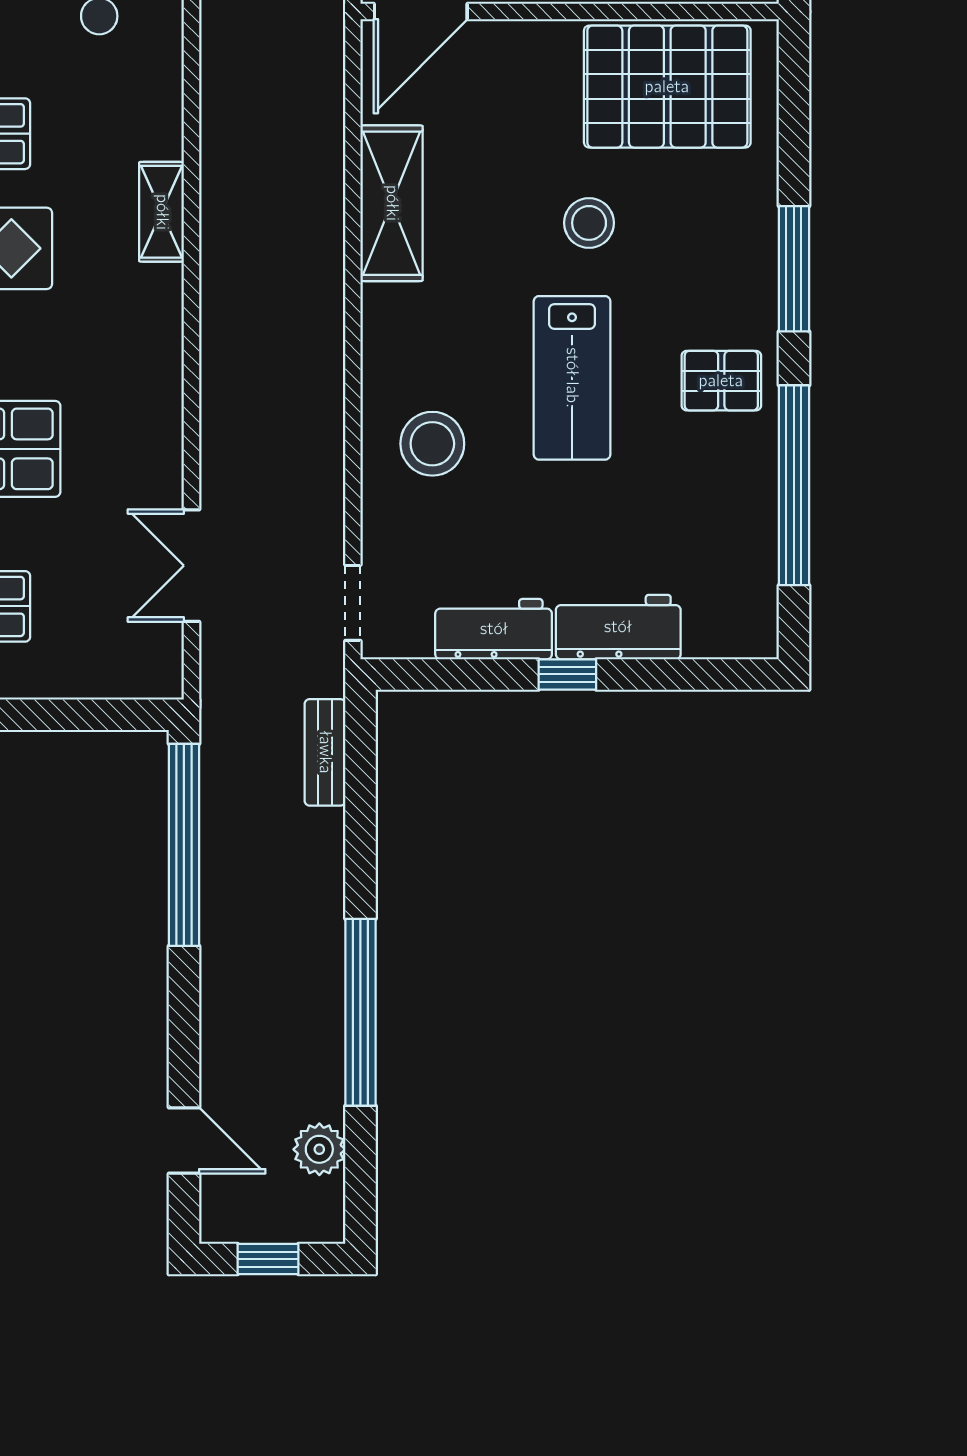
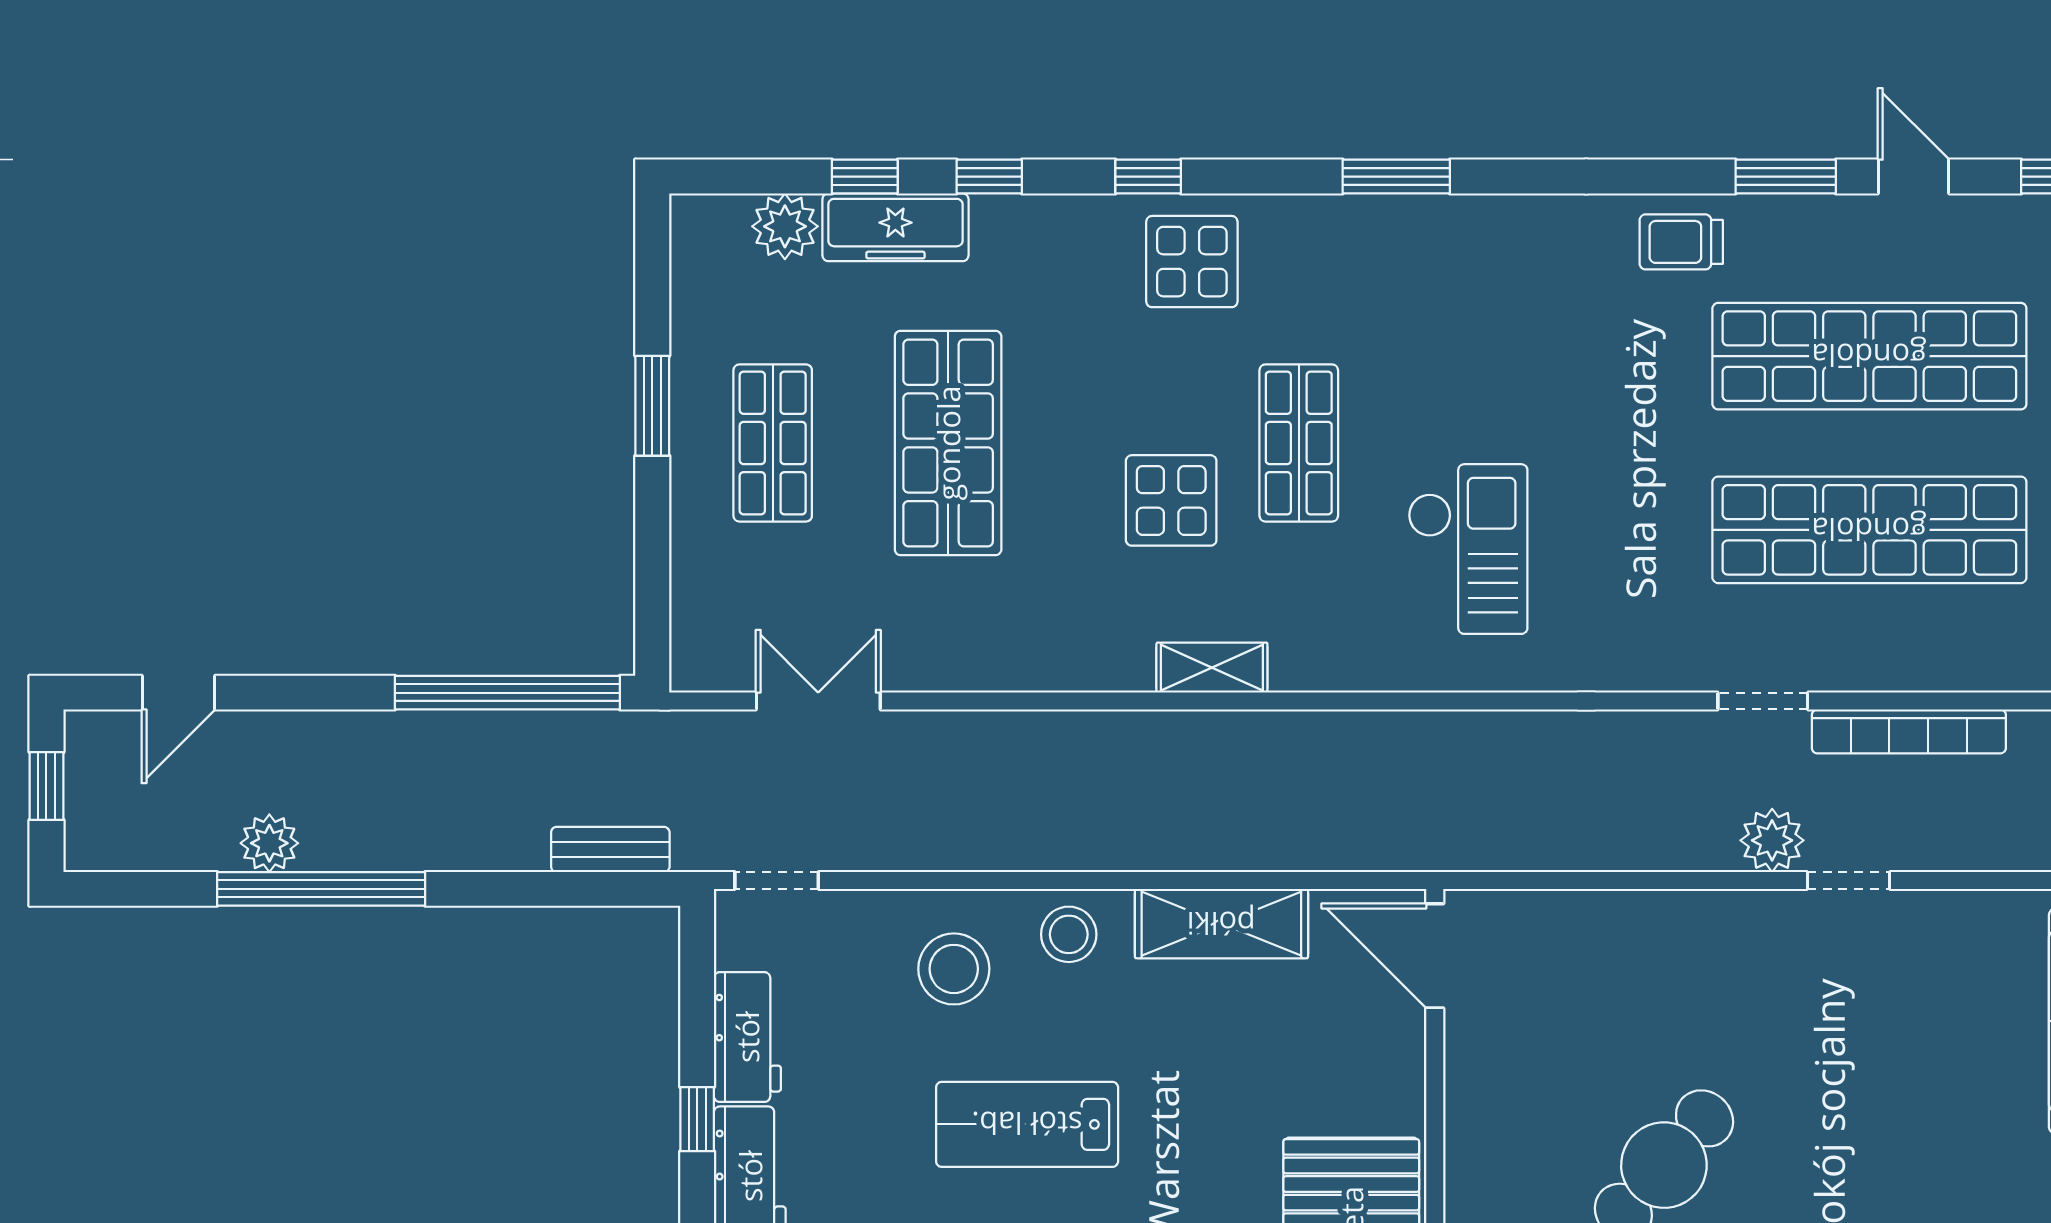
stool: (589, 223) -> (1069, 934), moved
plant: (319, 1149) -> (269, 843), moved

